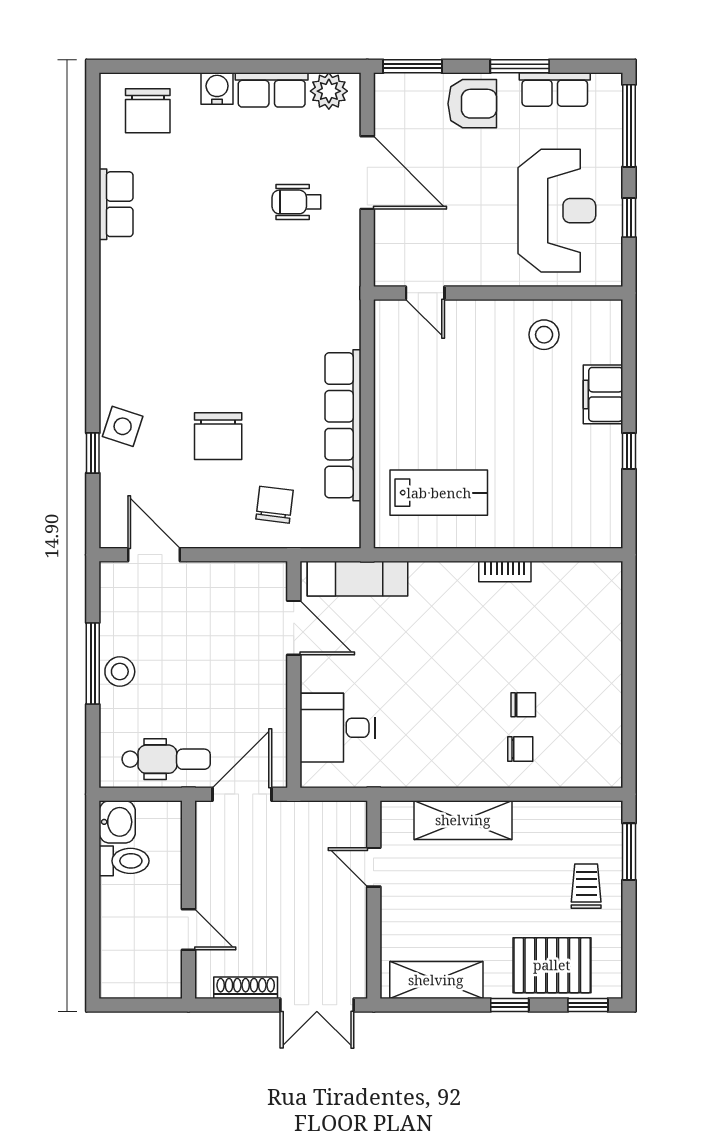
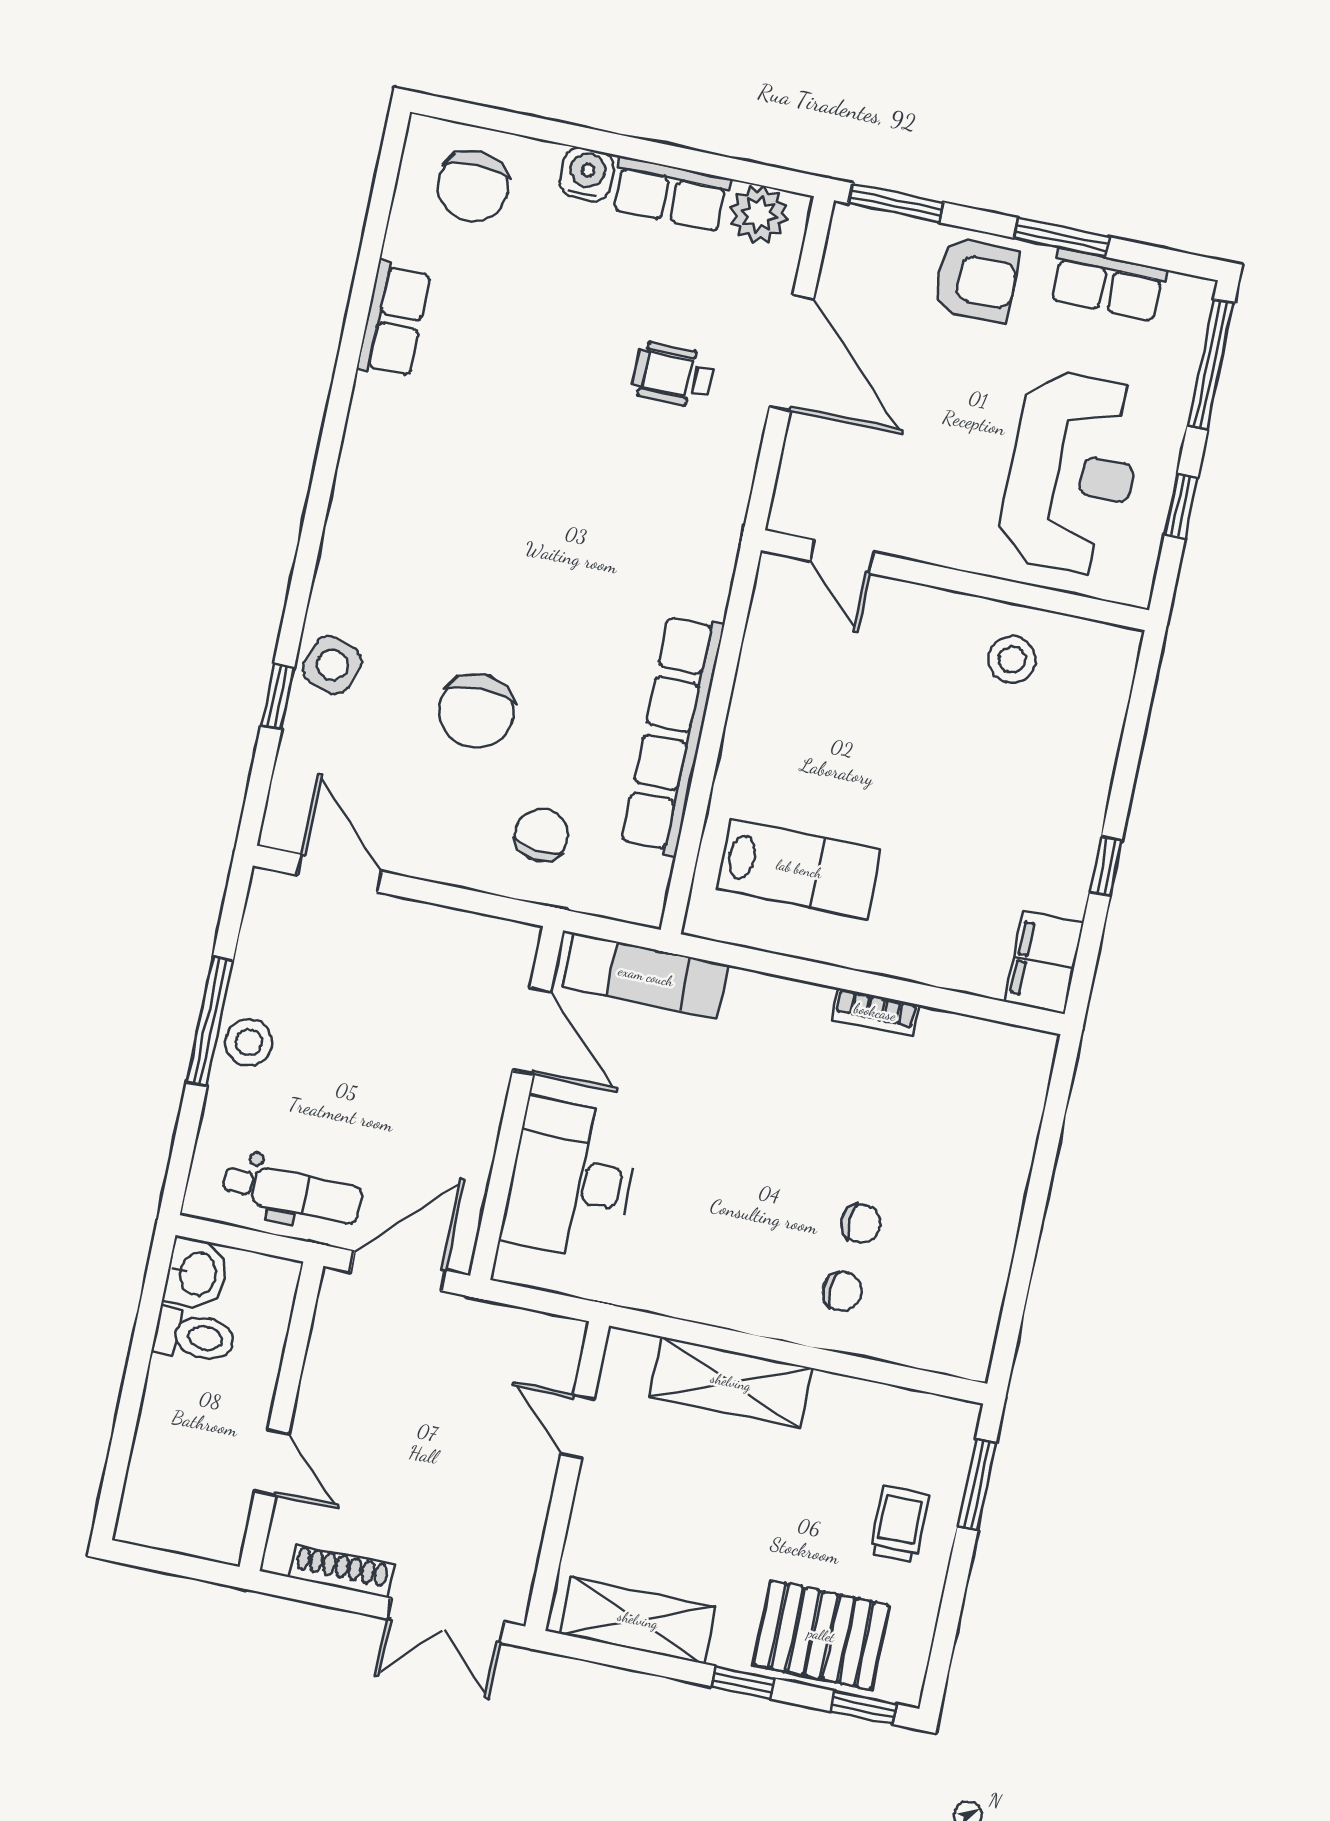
filing cabinet: (603, 394) -> (1044, 963), moved
desk: (337, 728) -> (571, 1179), width x1.37

